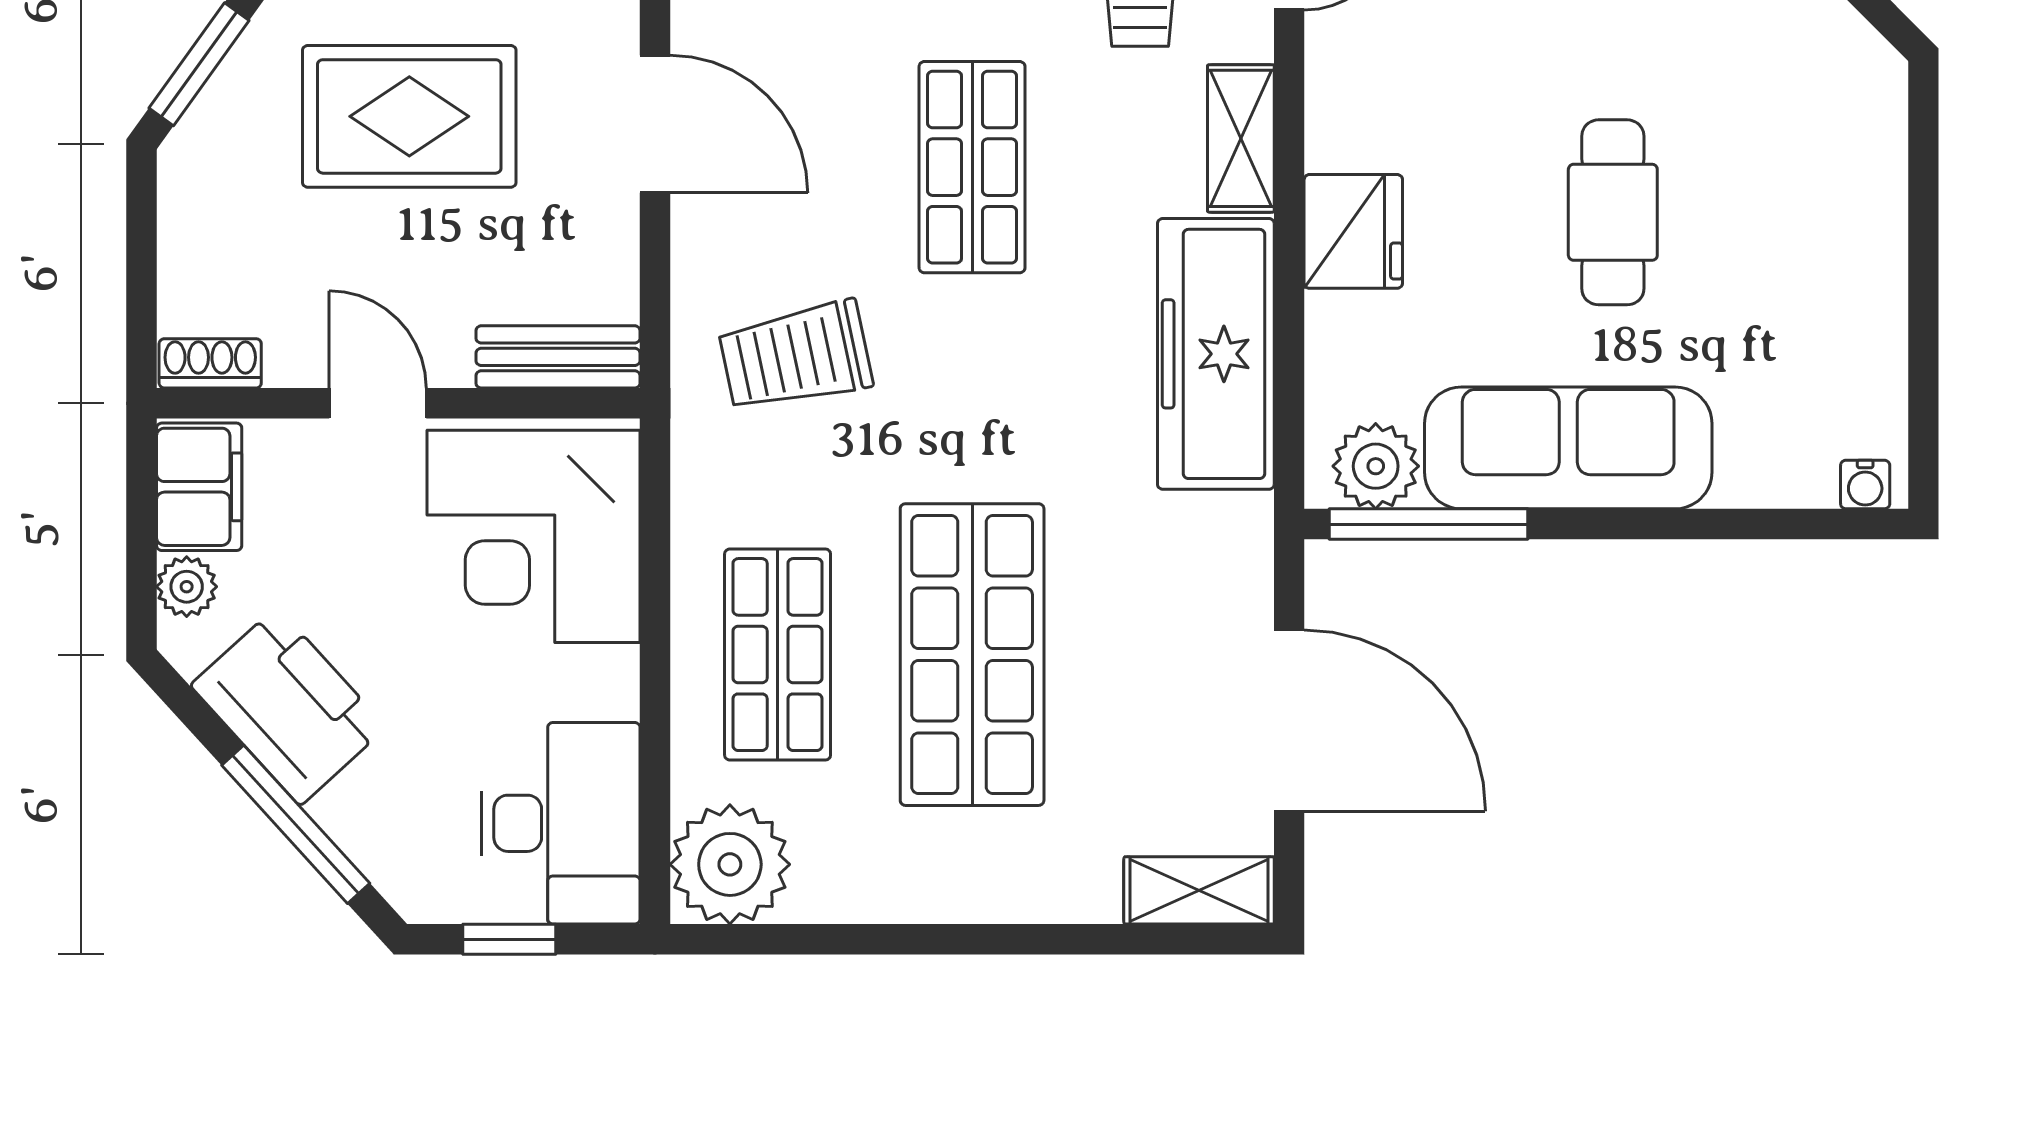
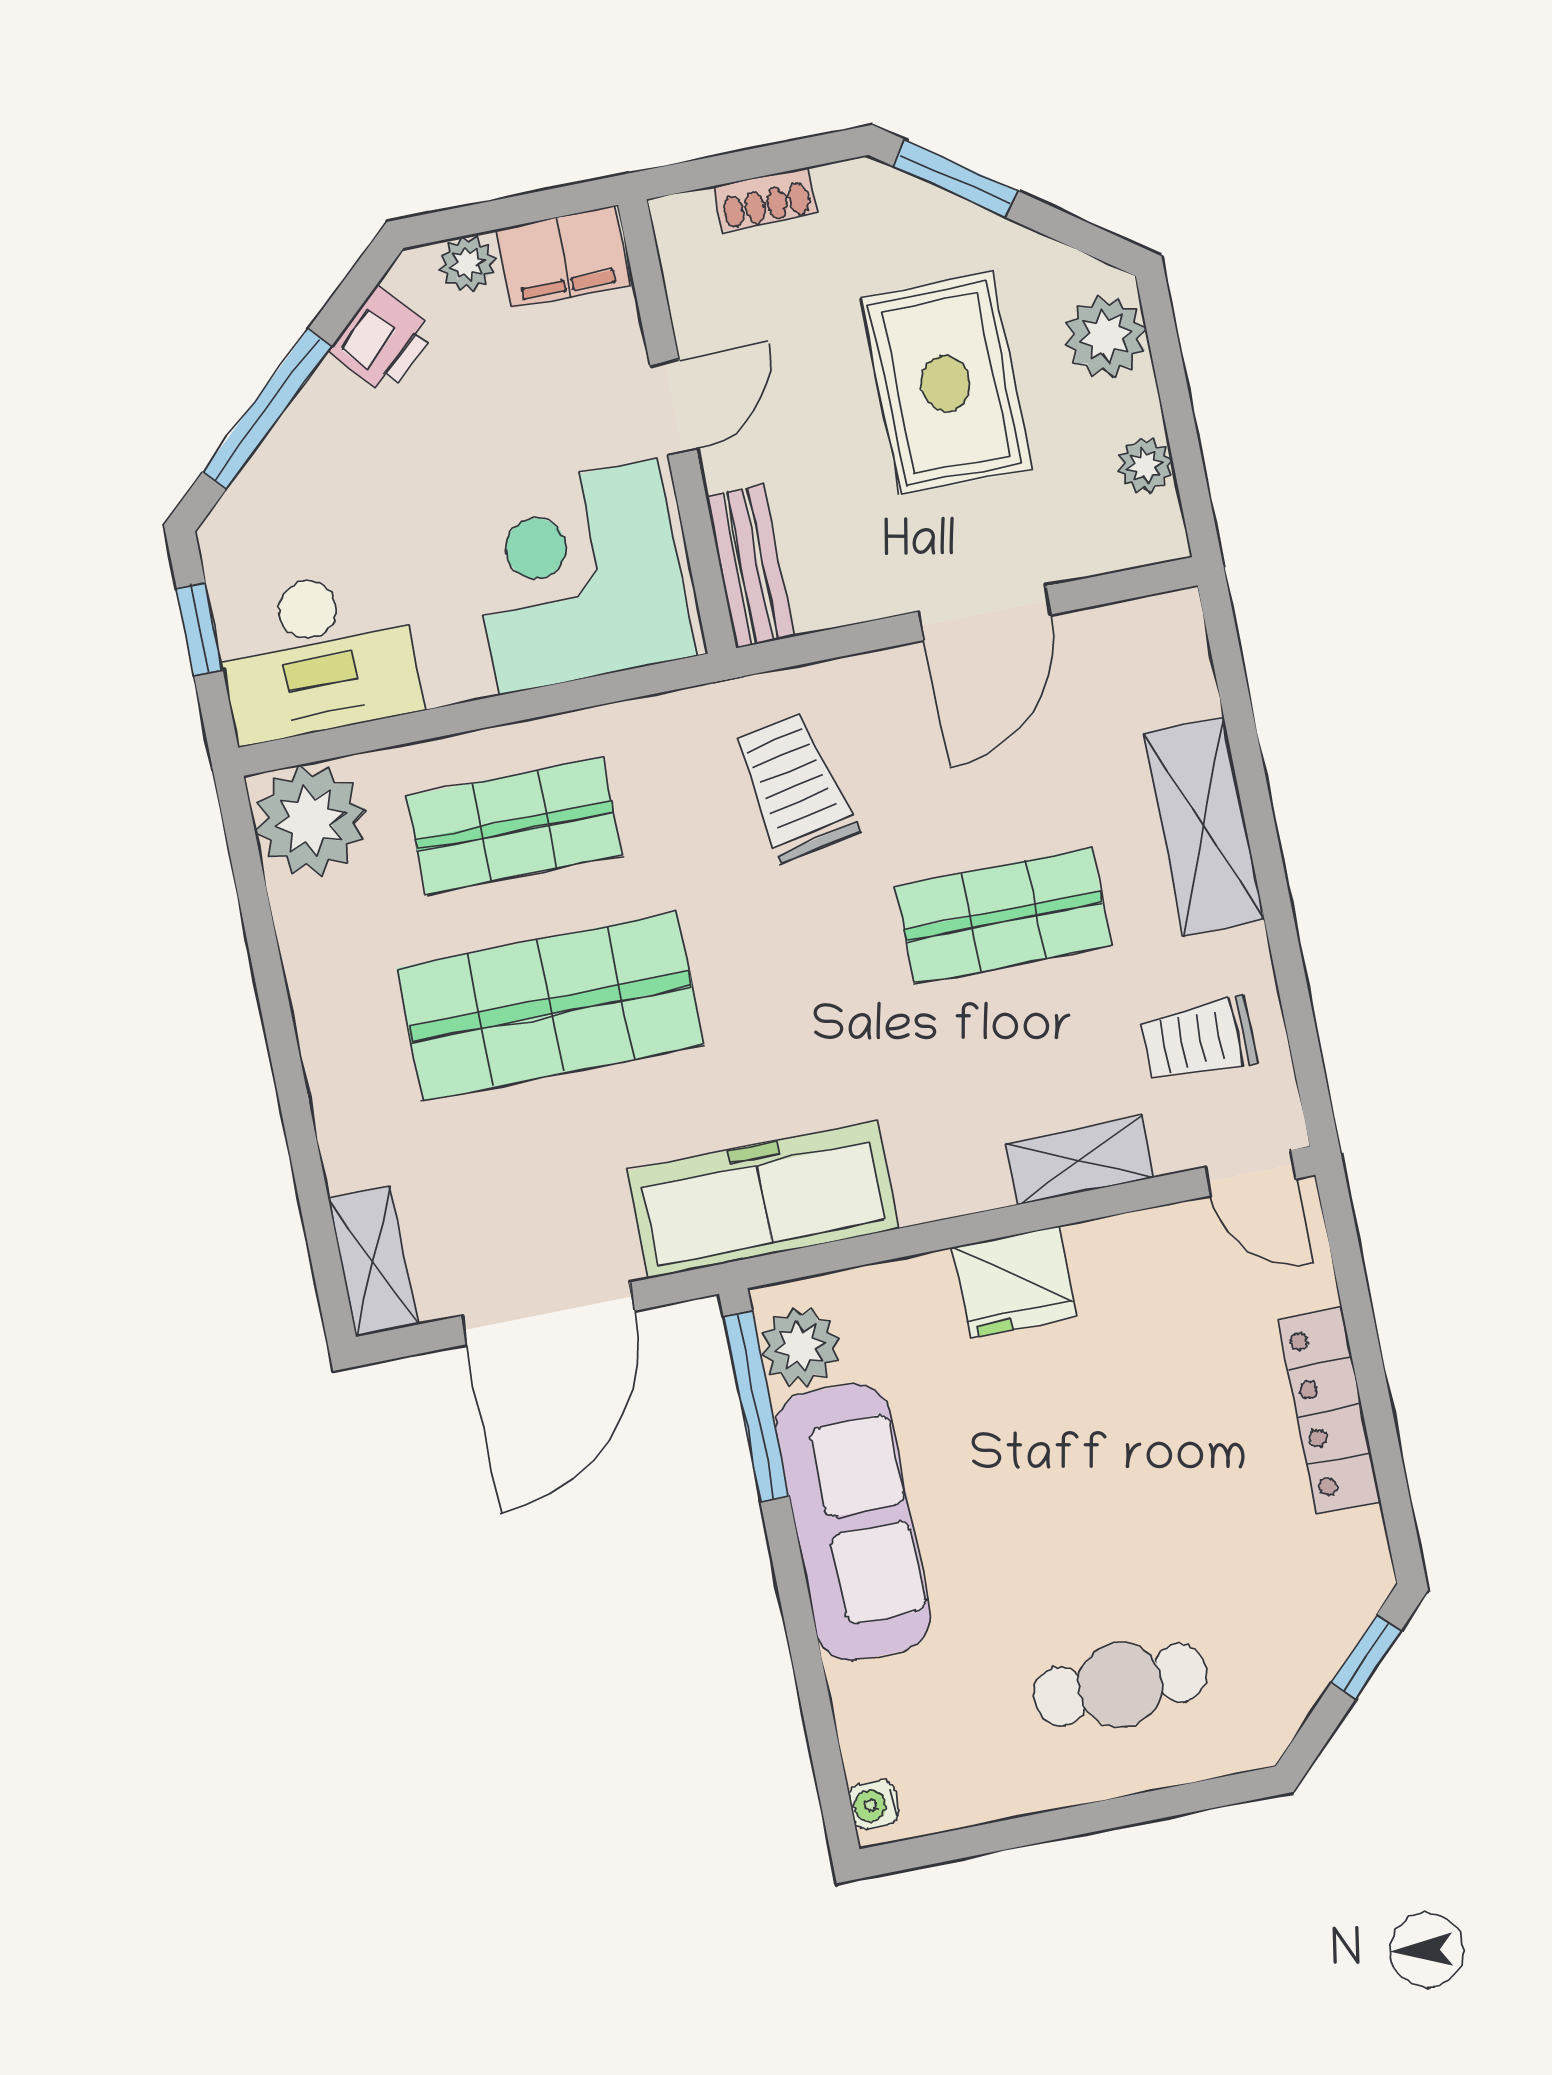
cafe table: (1613, 212) -> (1120, 1685), moved
freezer: (1216, 354) -> (763, 1200), moved
shoe rack: (210, 363) -> (765, 199), moved, turned 90
printer: (288, 706) -> (382, 341), width x0.53, depth x0.68

